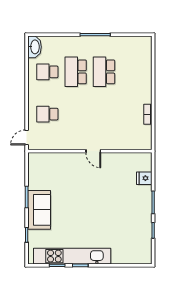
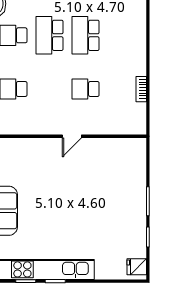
school desk: (104, 114) -> (86, 89), added
door: (93, 151) -> (72, 136), hinge flipped
fridge: (144, 178) -> (137, 267), moved

